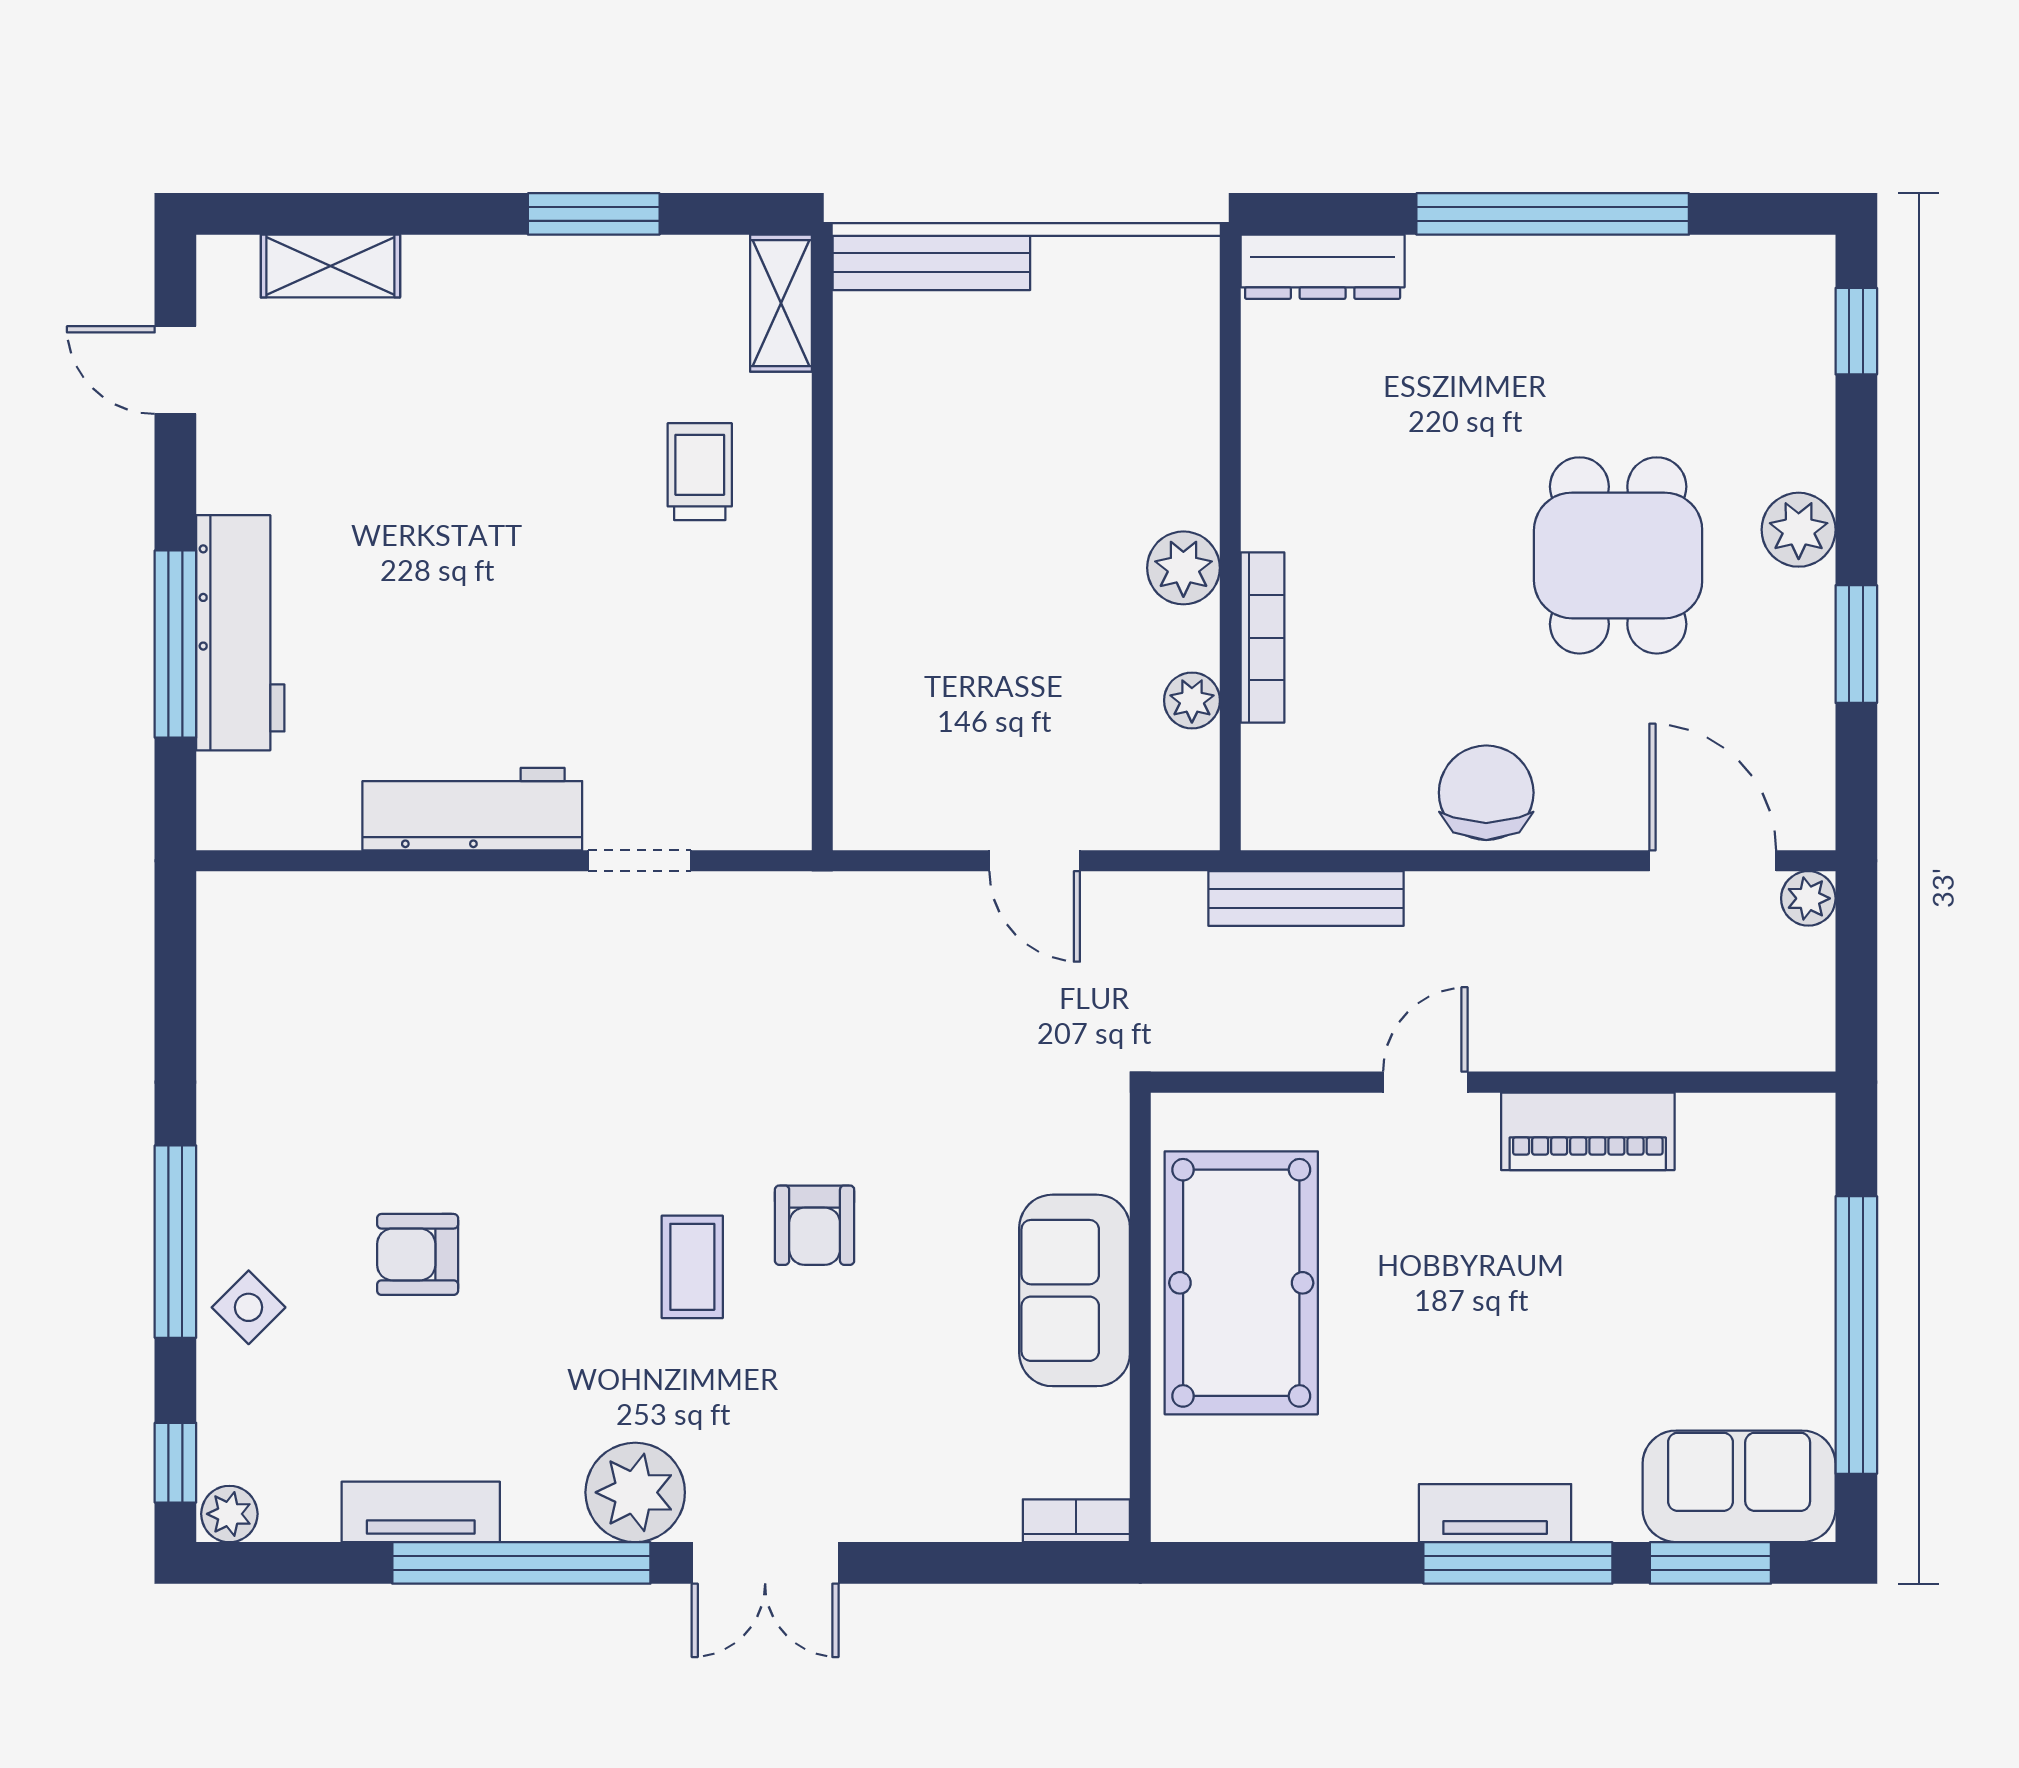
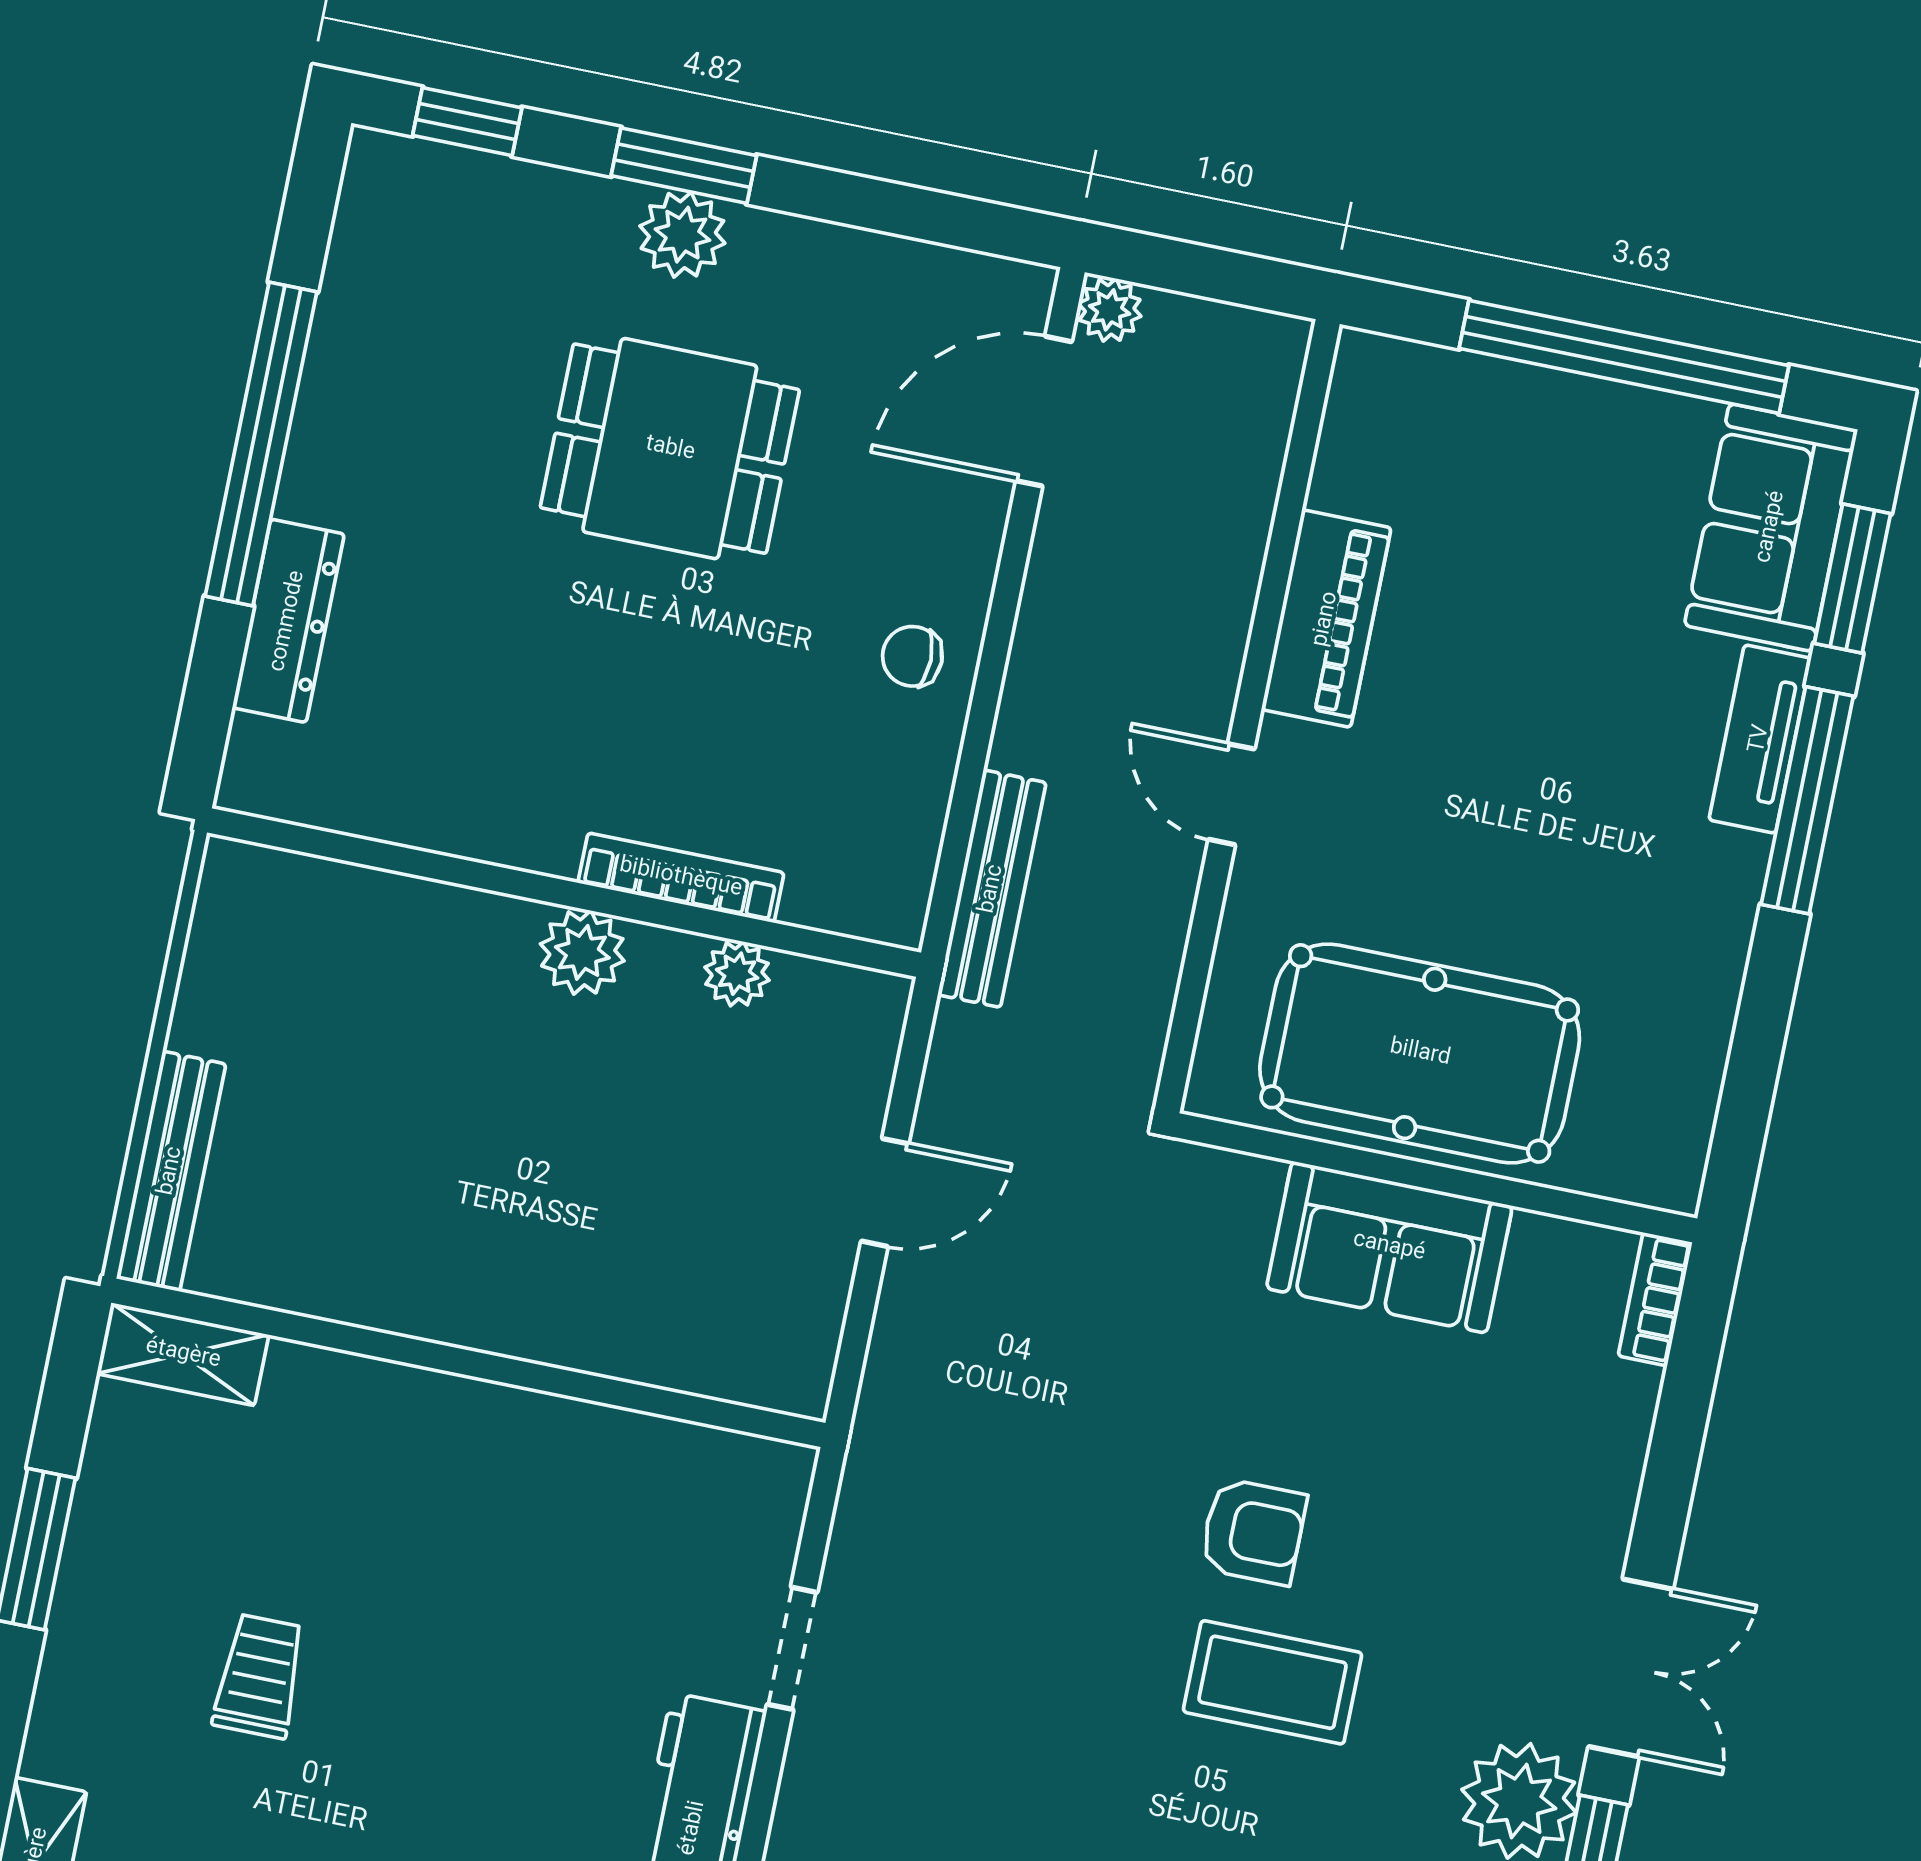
dresser: (1323, 267) -> (288, 621), moved
trolley: (700, 472) -> (259, 1676), moved, turned 90
window: (1856, 644) -> (684, 166), moved
chair: (1486, 793) -> (912, 656), width x0.54, depth x0.54
coffee table: (692, 1267) -> (1273, 1682), width x1.36, depth x1.30
tv unit: (1495, 1513) -> (1760, 739), moved

